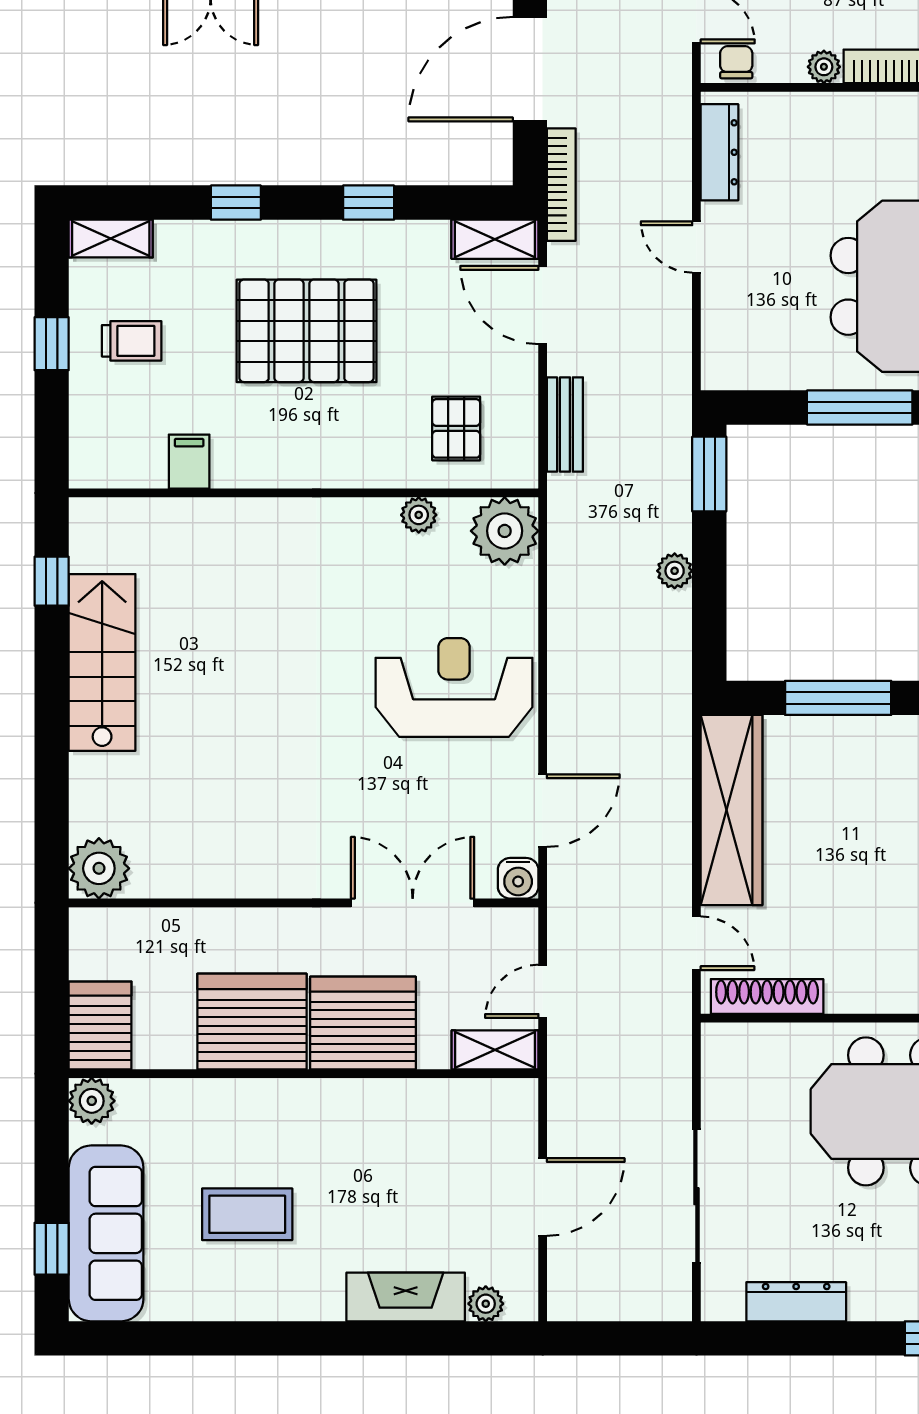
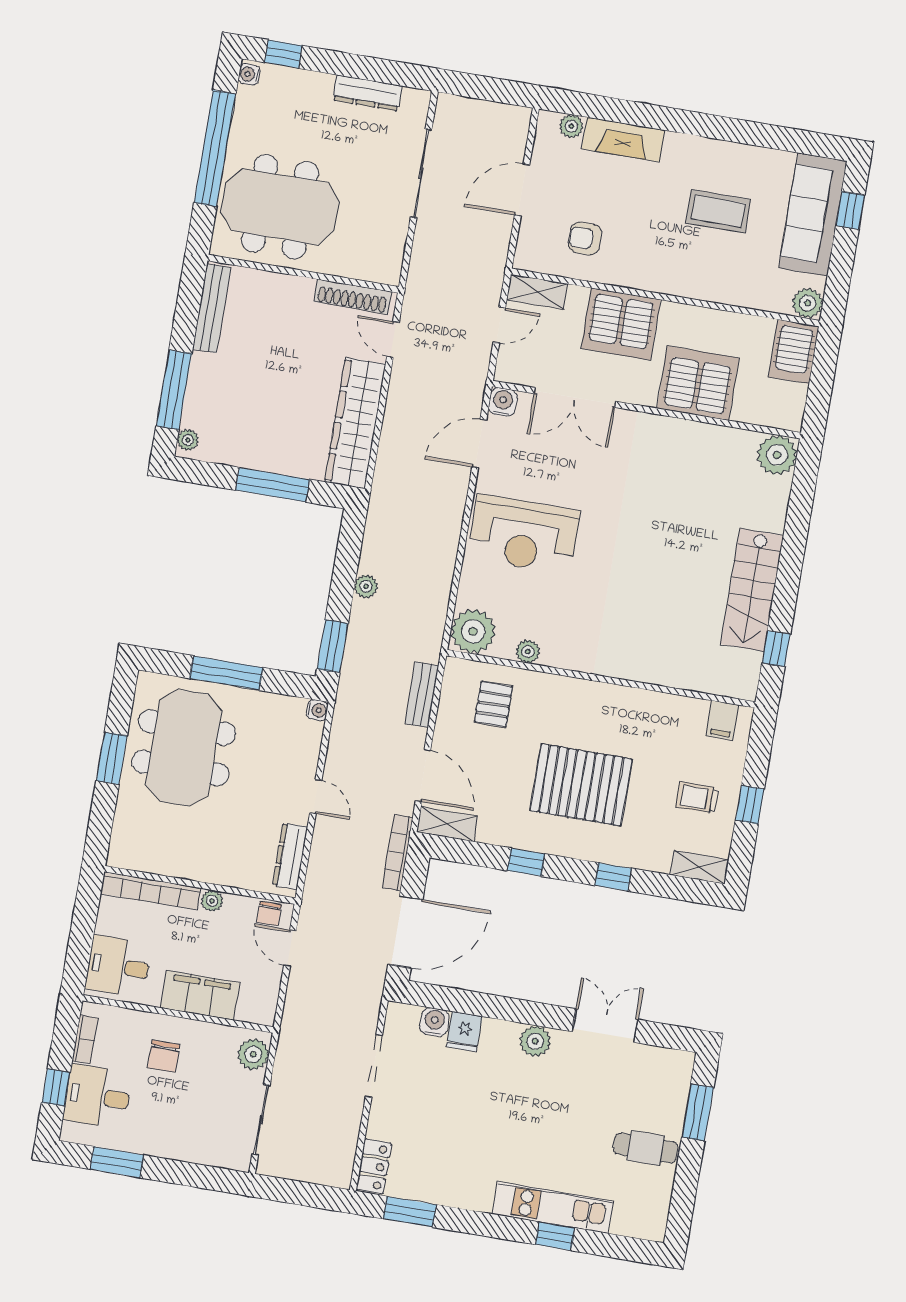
water cooler: (716, 375) -> (317, 710), added
filing cabinet: (189, 462) -> (722, 720), moved
server rack: (252, 1022) -> (698, 383), moved, turned 180
armchair: (438, 1141) -> (585, 238), added

